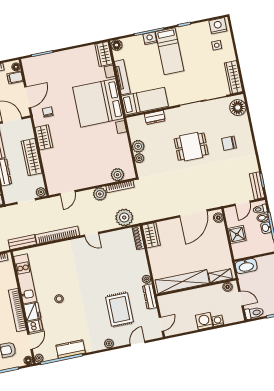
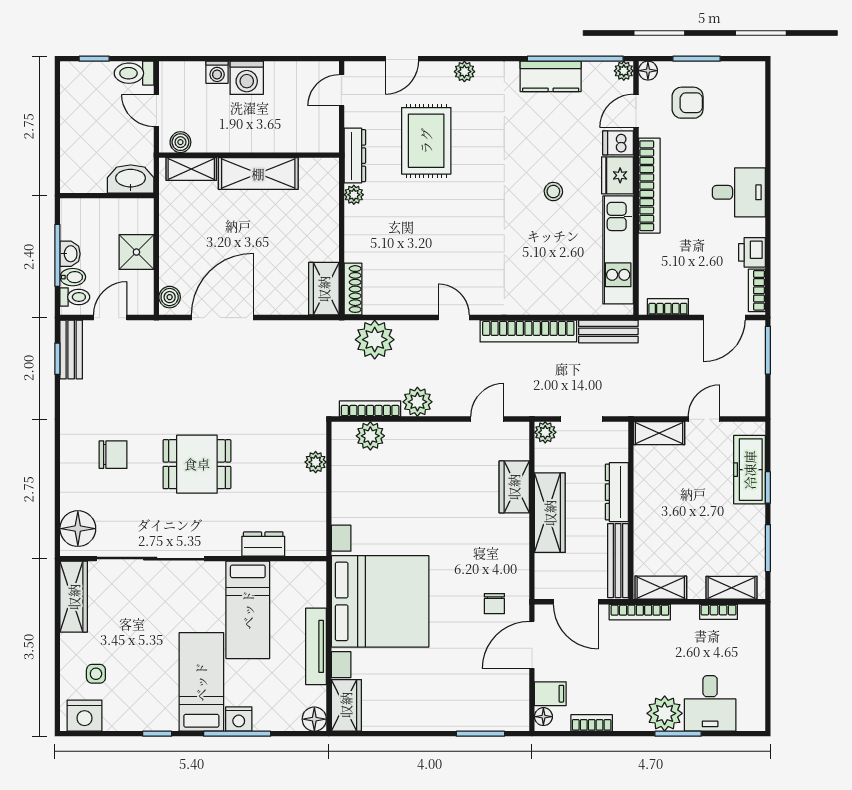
bed: (145, 101) -> (248, 610), moved, turned -90
wardrobe: (44, 137) -> (514, 487), moved
plant: (138, 146) -> (313, 489), removed
shelving: (182, 282) -> (258, 174), width x0.68

